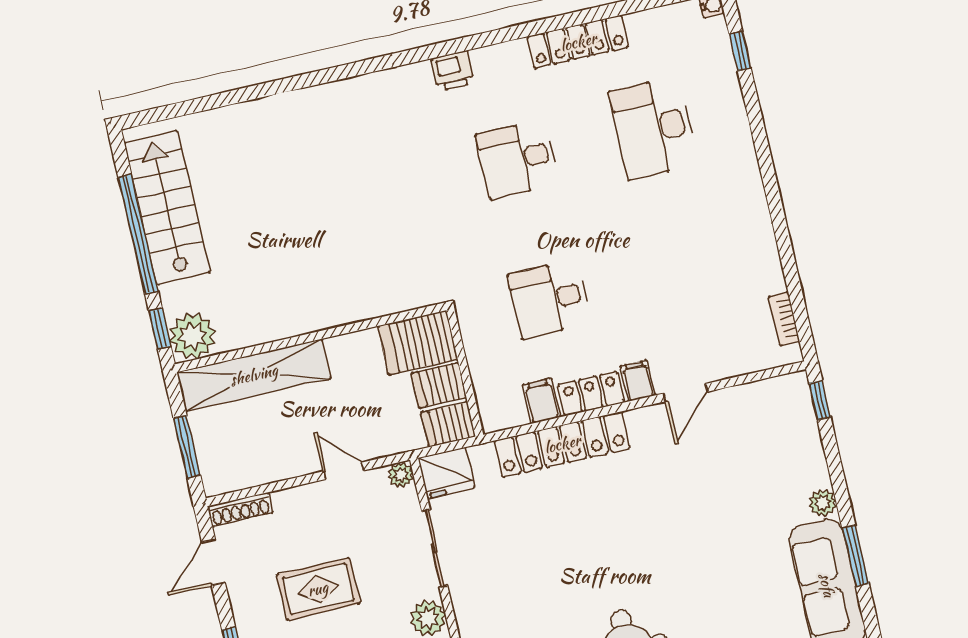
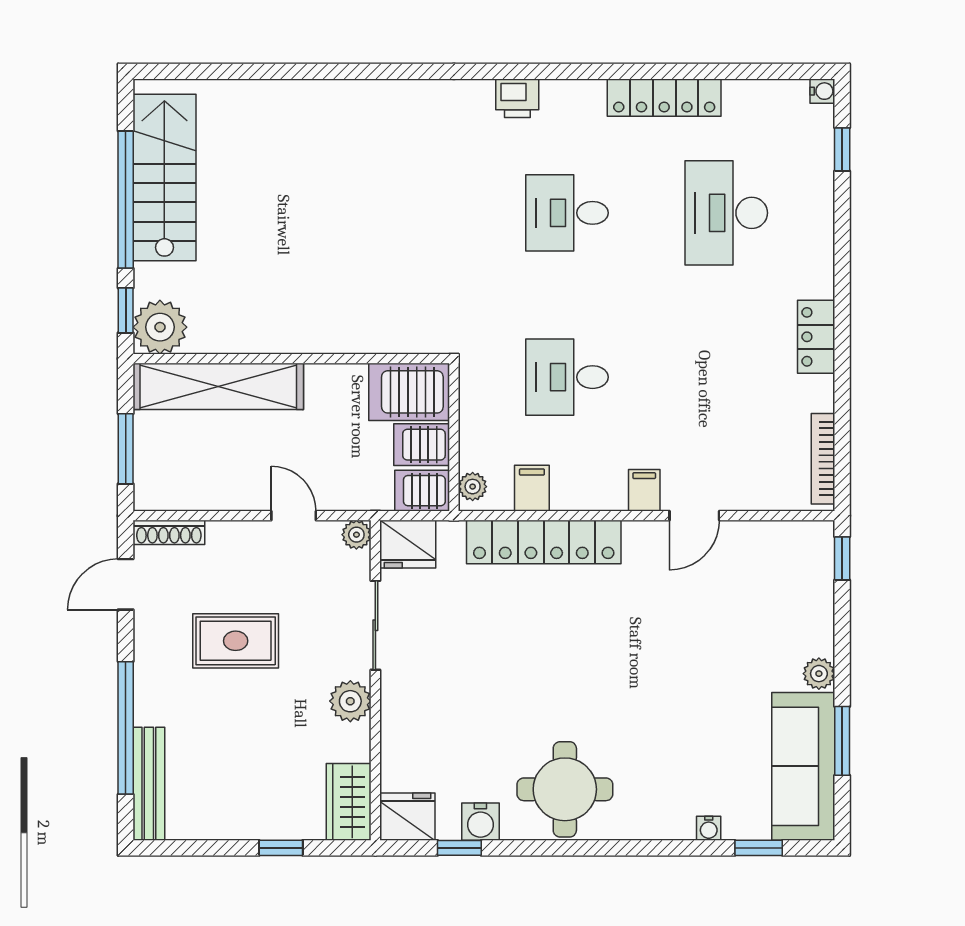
bookcase: (784, 319) -> (823, 459), width x1.56
locker: (591, 394) -> (816, 337), moved, turned -90
plant: (490, 411) -> (473, 487), added

